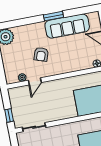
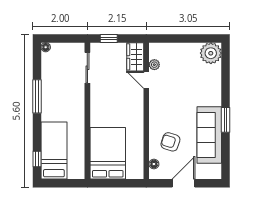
armchair: (41, 54) -> (170, 142), moved
wardrobe: (19, 93) -> (135, 57), added

